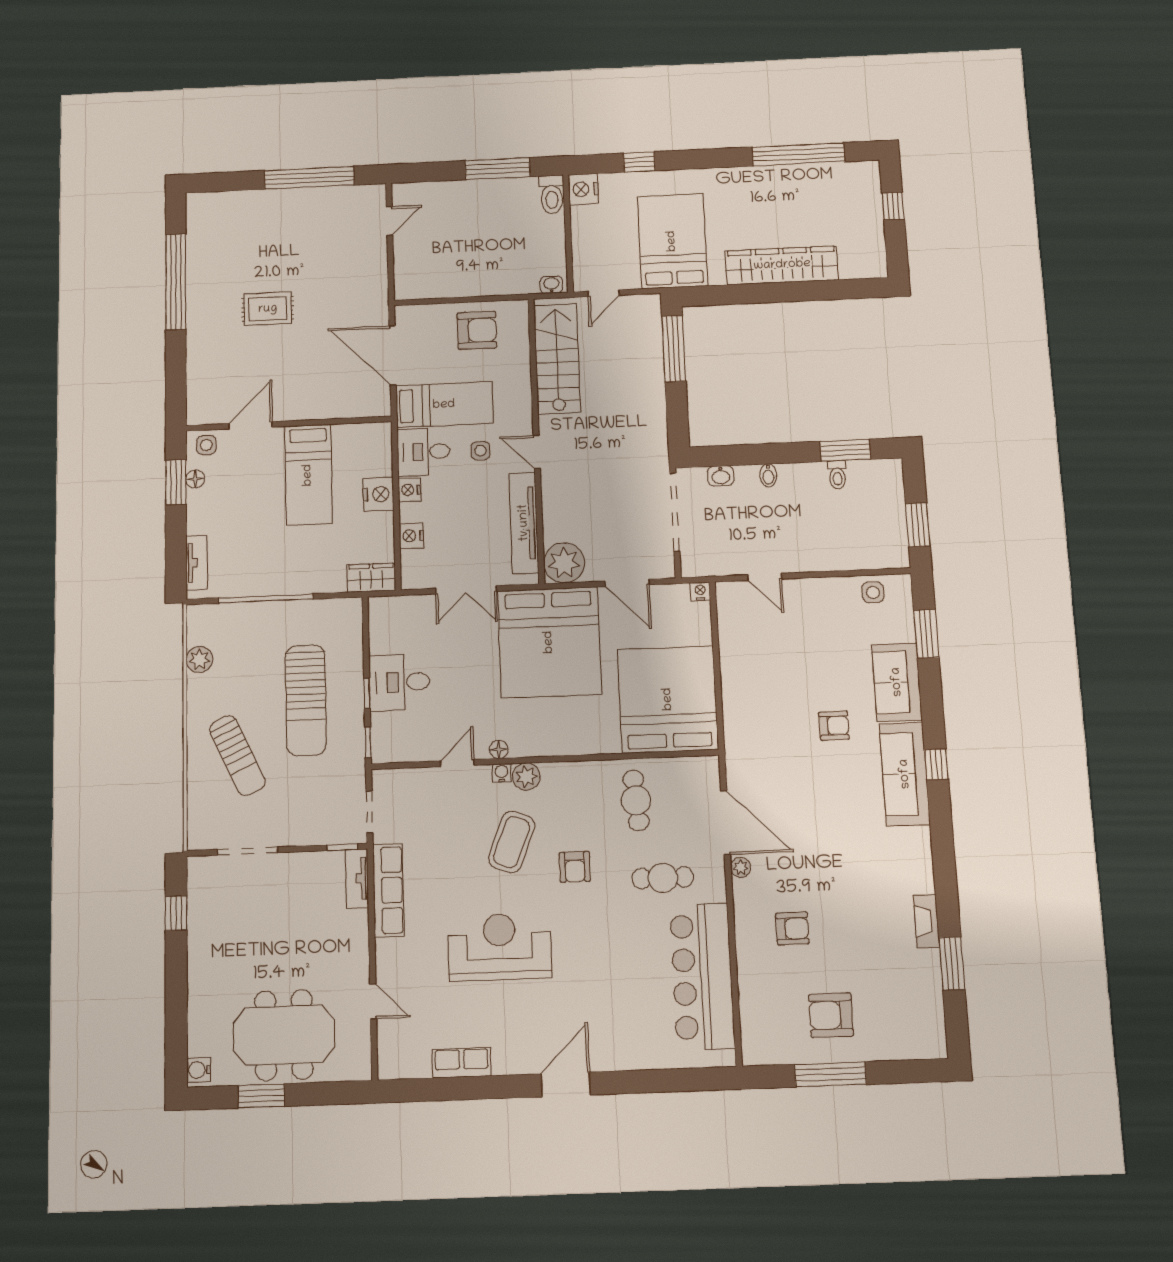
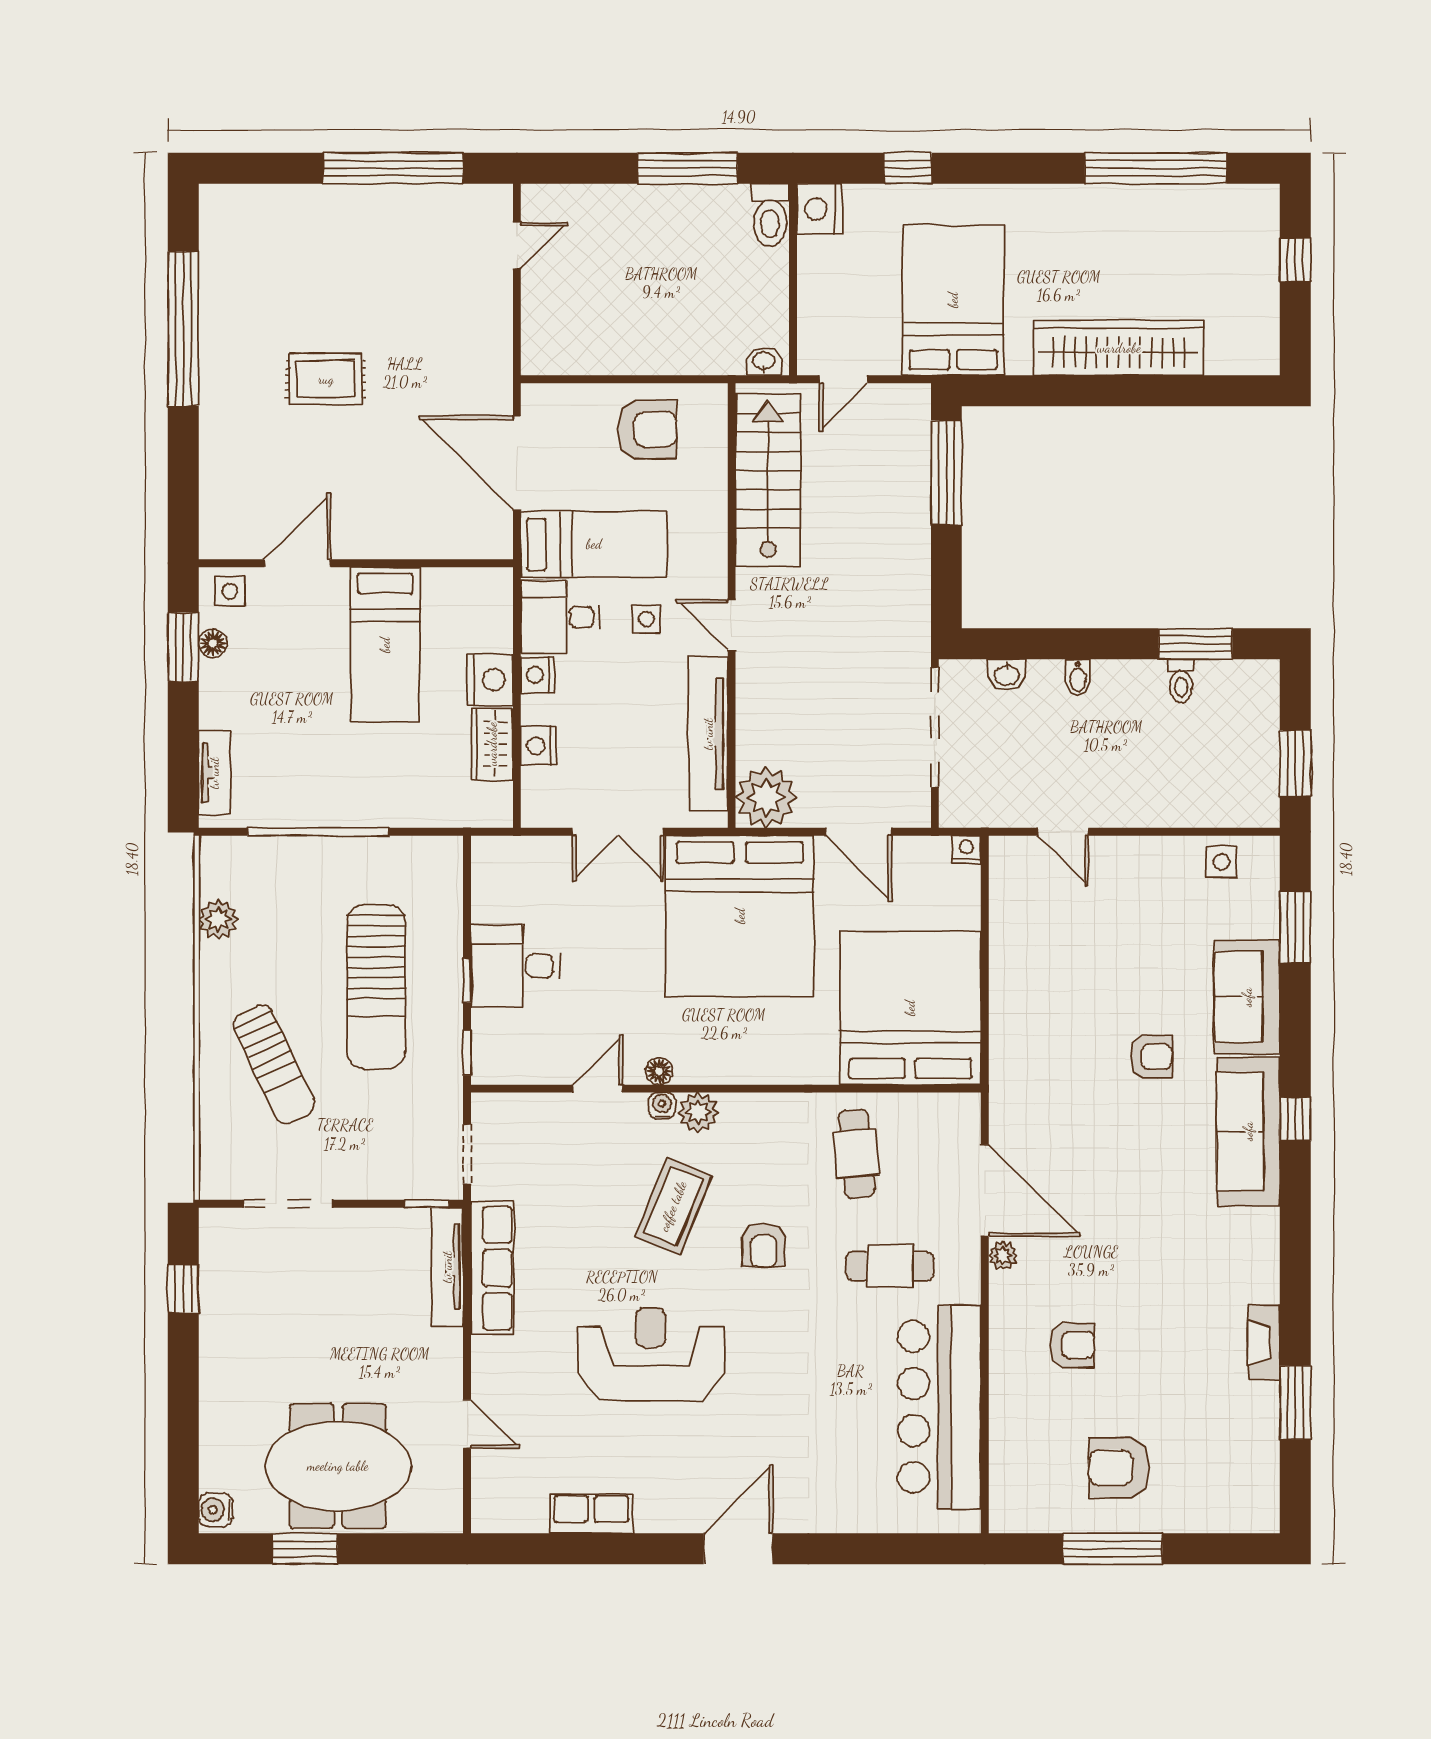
wardrobe: (371, 578) -> (492, 744), moved, turned -90
tv unit: (357, 879) -> (447, 1267), width x1.41

